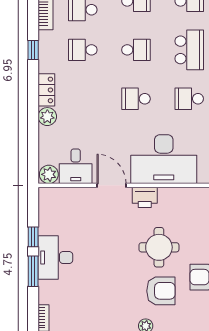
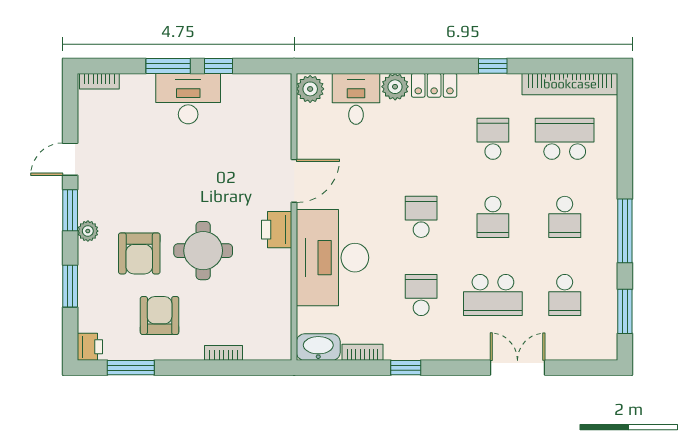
desk: (76, 166) -> (356, 99), moved, turned 90

